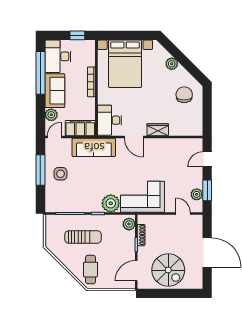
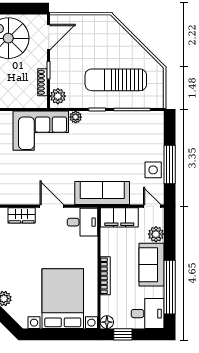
floor lamp: (90, 45) -> (107, 322), added
desk: (58, 56) -> (148, 314), width x0.73
desk: (109, 120) -> (82, 222), width x0.73
door: (54, 137) -> (152, 206), swing flipped
side table: (61, 174) -> (153, 170), moved
plant: (111, 203) -> (76, 117), width x0.53, depth x0.53
sun lounger: (83, 237) -> (116, 80), width x1.36, depth x1.34
cafe table: (90, 270) -> (106, 39), removed

